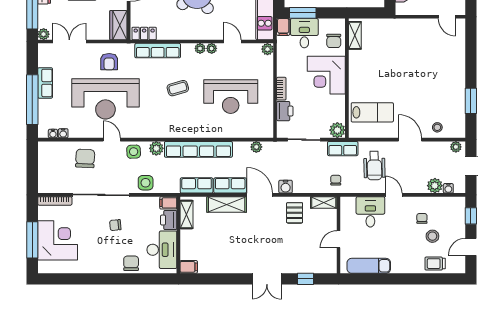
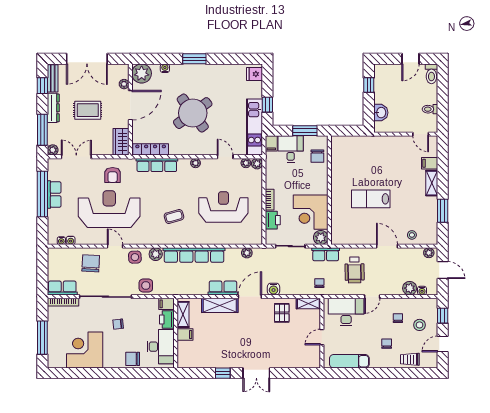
window: (303, 13) -> (305, 131), moved
locker: (144, 34) -> (151, 149), width x1.53
shelving: (355, 35) -> (432, 183), moved
plant: (212, 48) -> (246, 163), moved
filing cabinet: (457, 49) -> (430, 163), added
corner desk: (326, 75) -> (311, 212), moved
coffee table: (178, 88) -> (174, 216), moved
reception desk: (231, 97) -> (223, 207), turned 180
reception desk: (105, 99) -> (109, 209), turned 180
window: (32, 100) -> (42, 194), moved
lab bench: (372, 112) -> (371, 199), moved, turned 180
row of seats: (197, 185) -> (62, 288), moved
door: (260, 195) -> (250, 297), hinge flipped
door: (394, 195) -> (372, 297), swing flipped
desk: (370, 212) -> (346, 312), width x1.37
stool: (432, 236) -> (420, 325), moved
corner desk: (58, 240) -> (85, 350), moved, turned -90
chair: (410, 246) -> (387, 344), added
chair: (131, 263) -> (133, 359), turned -90
filing cabinet: (189, 267) -> (185, 334), moved
window: (306, 279) -> (223, 373), moved

